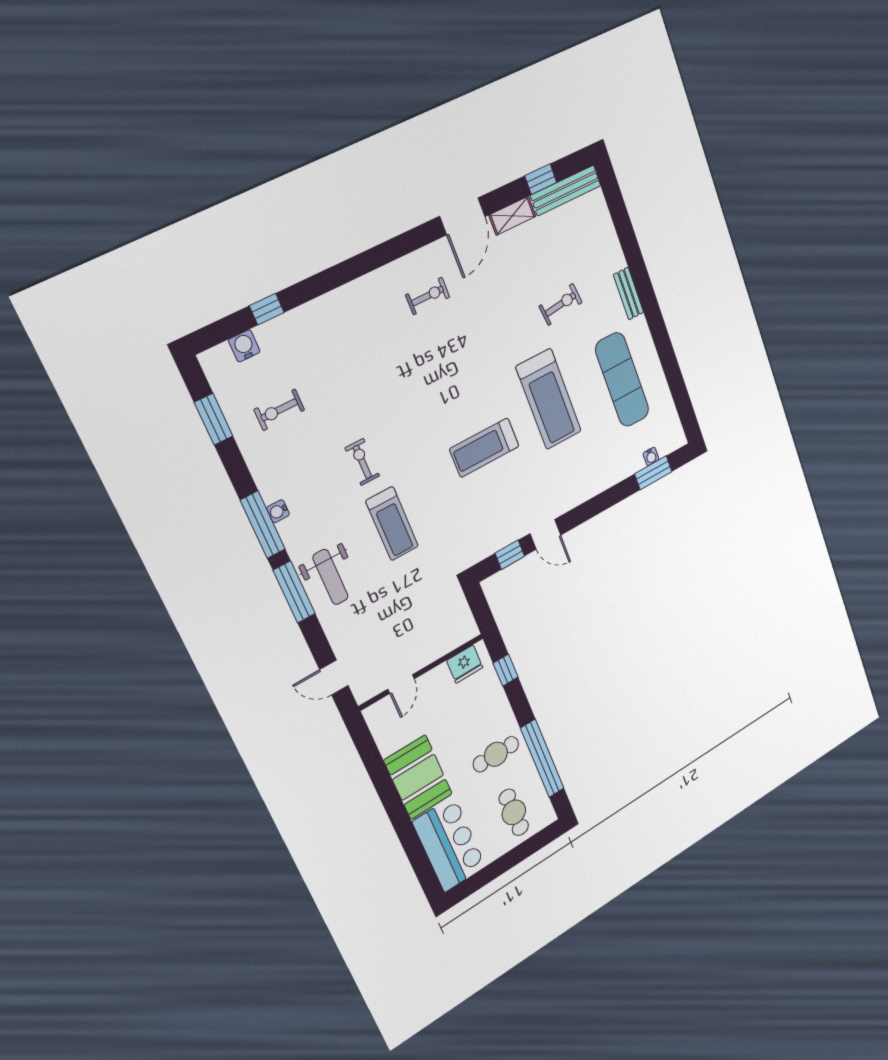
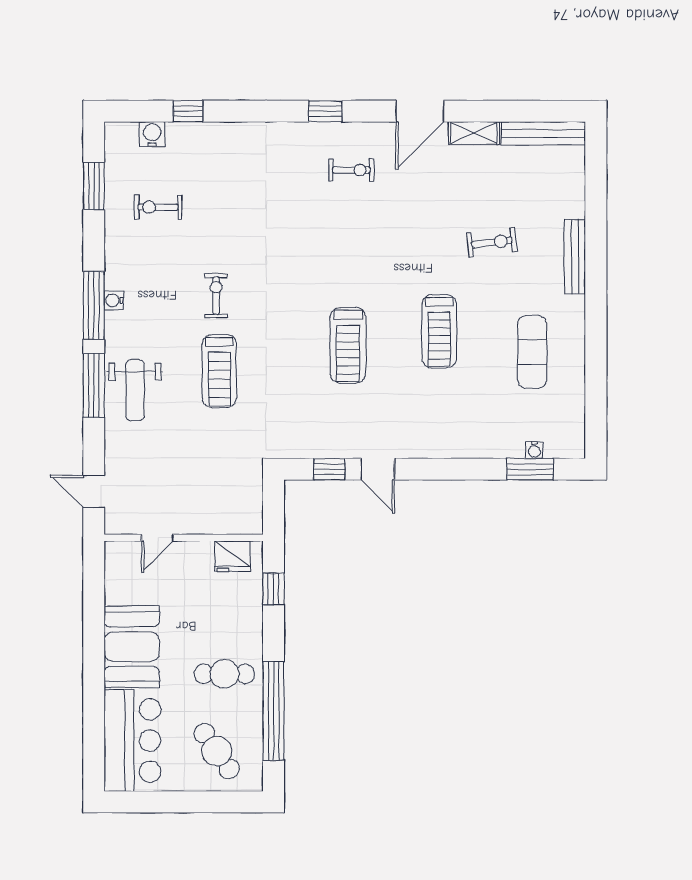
window: (541, 179) -> (325, 111), moved
bench: (629, 294) -> (575, 257), width x1.36
exercise mat: (622, 380) -> (532, 352), width x0.73, depth x0.69
treadmill: (549, 399) -> (439, 331), width x0.73, depth x0.73
treadmill: (484, 448) -> (348, 345), turned -90
cafe table: (514, 812) -> (217, 751), turned -35

